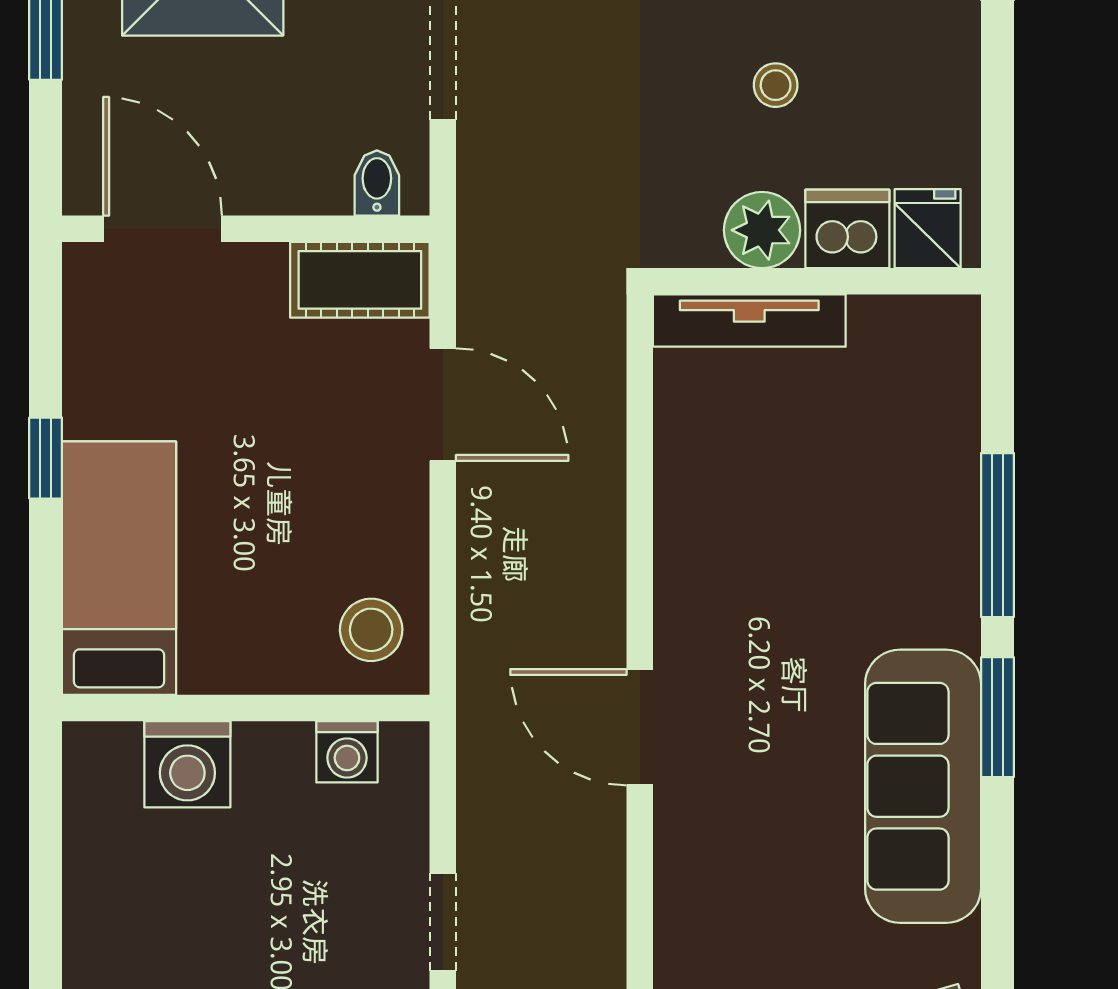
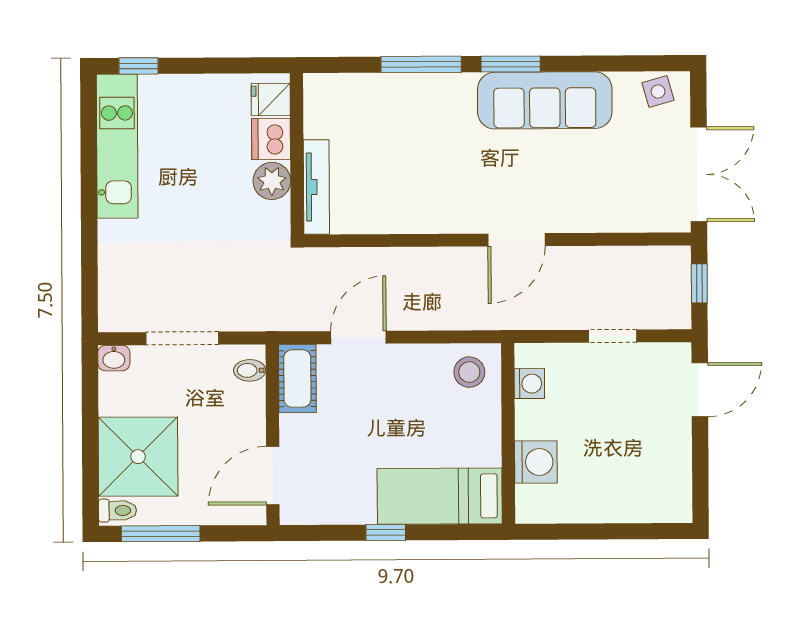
stool: (776, 85) -> (201, 175), removed

